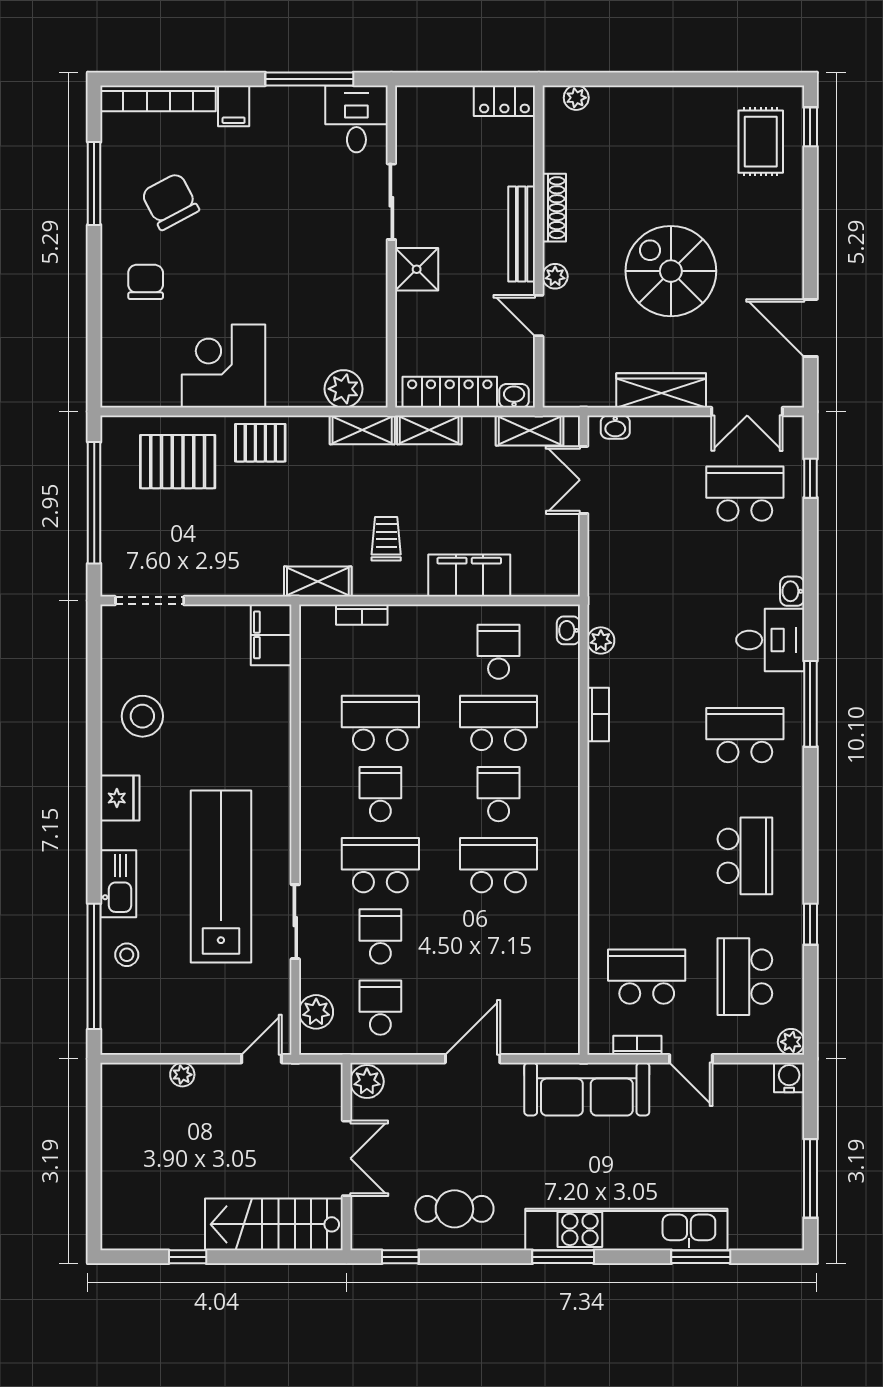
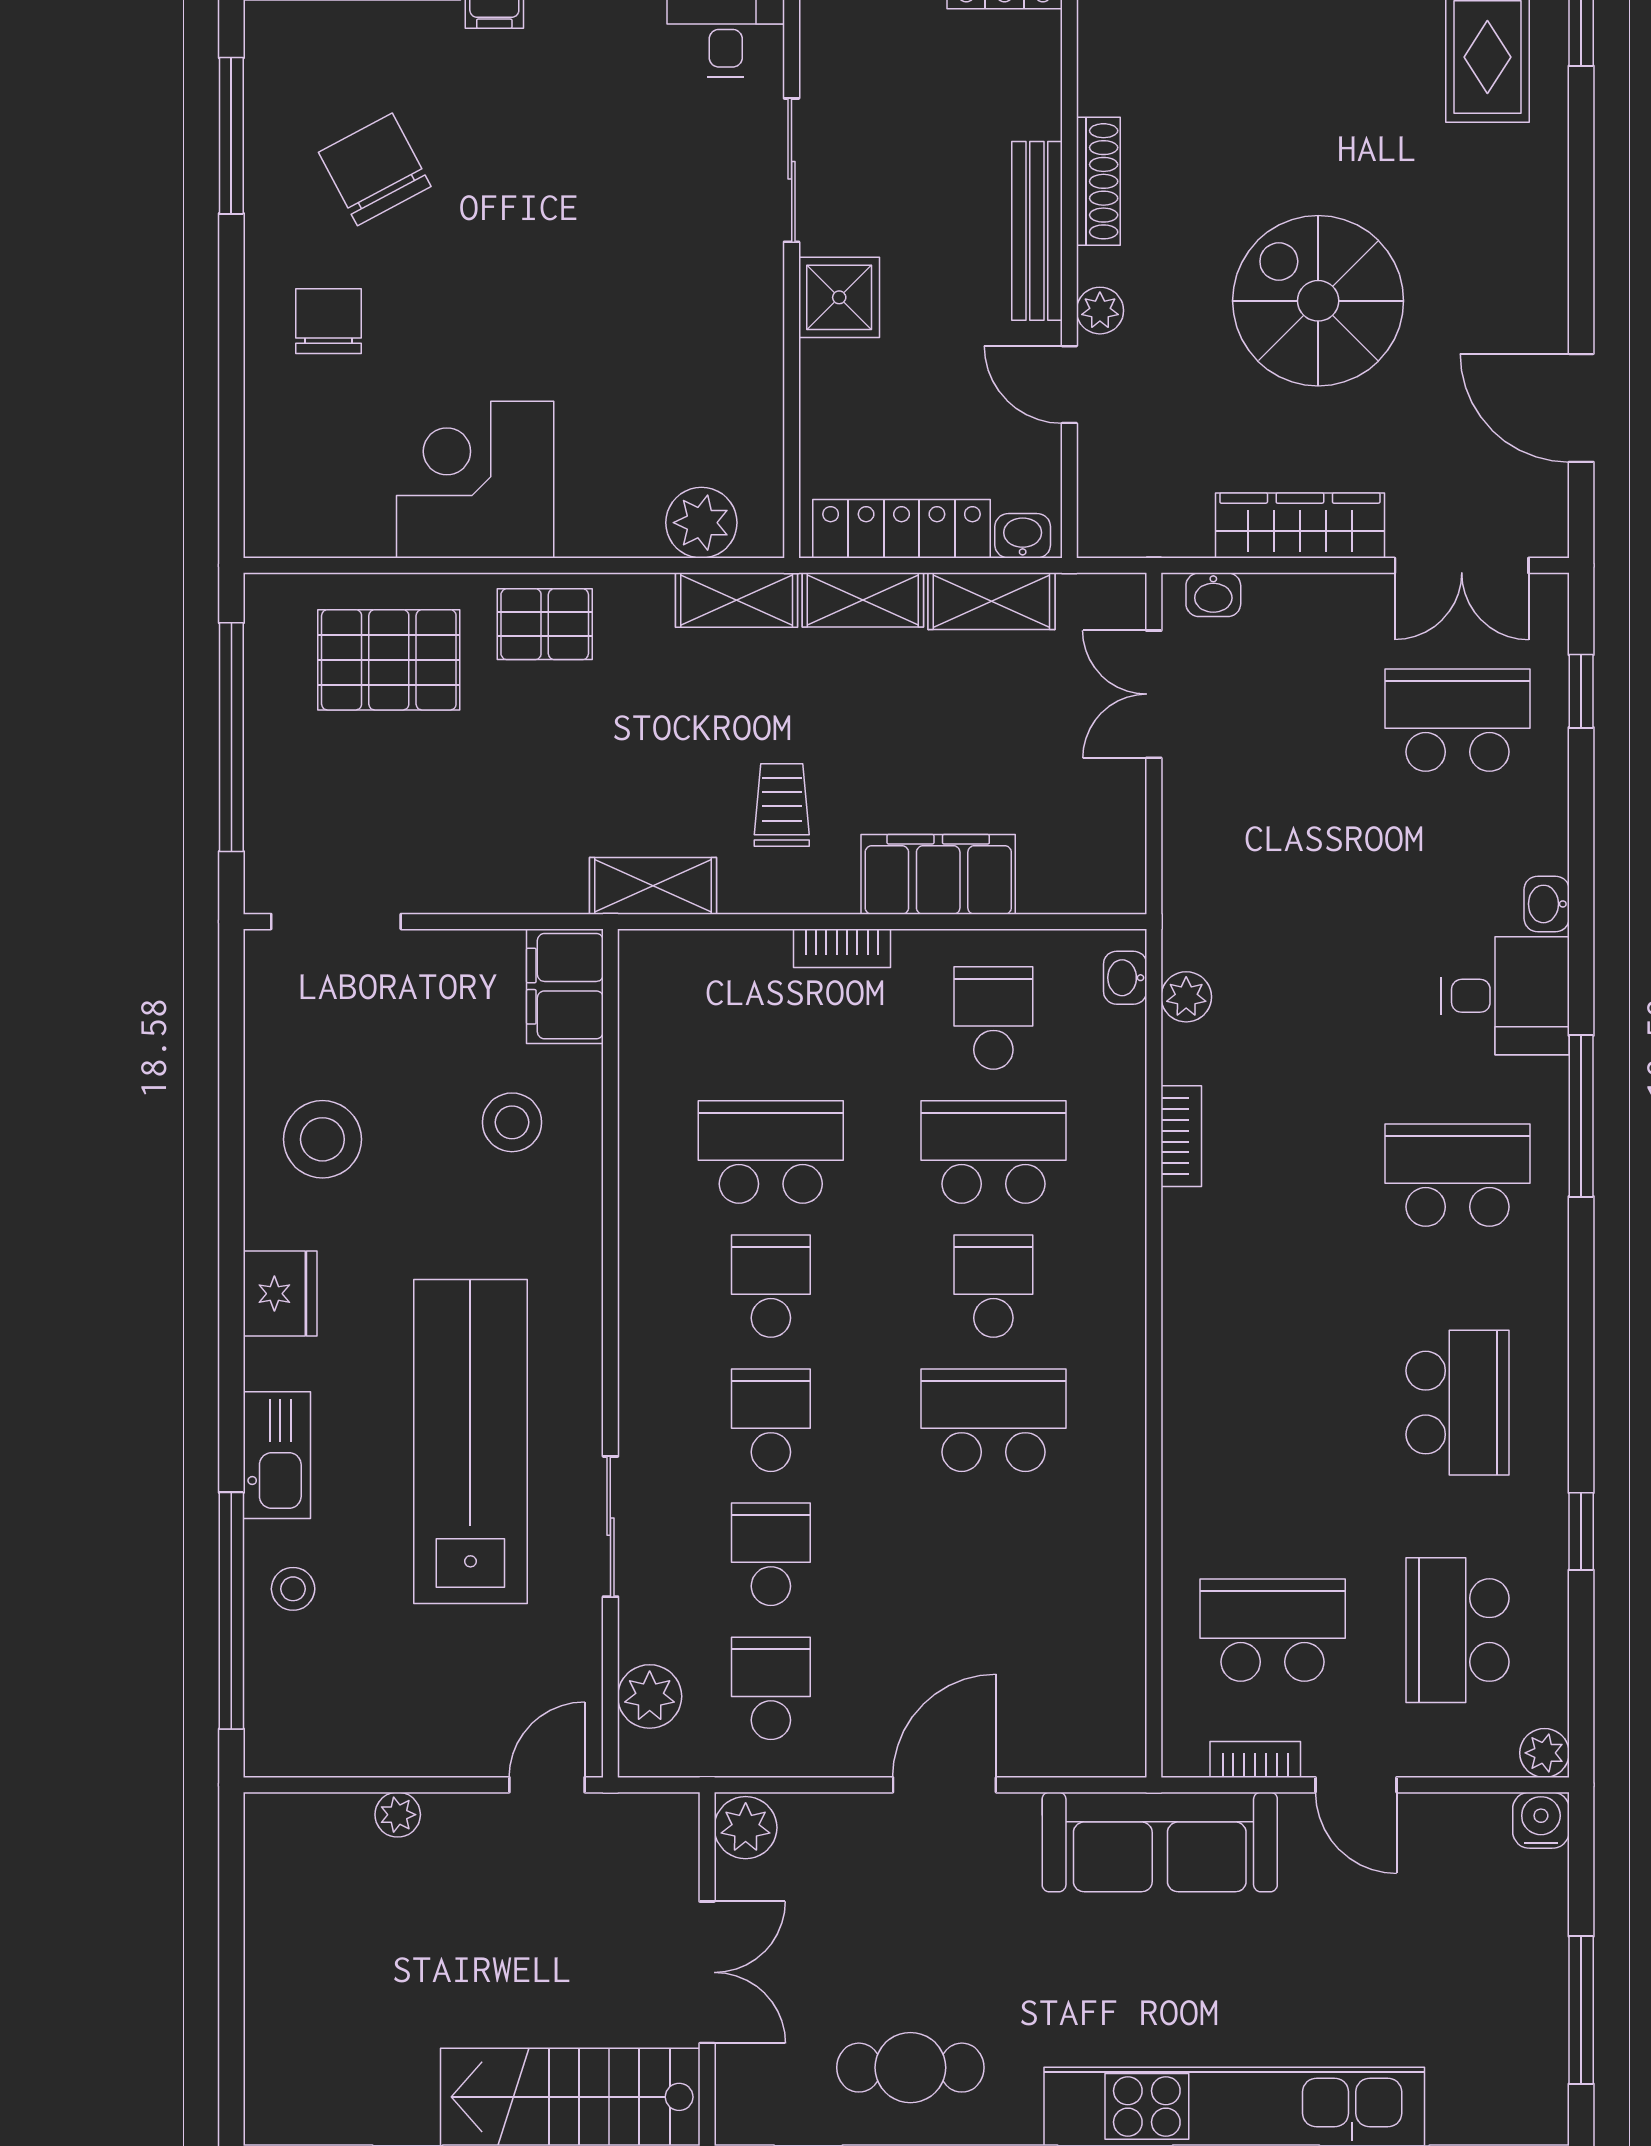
shelving: (530, 430) -> (991, 601), moved
bookcase: (362, 615) -> (842, 948), moved
stool: (243, 707) -> (512, 1122), added
school desk: (380, 865) -> (771, 1420), width x0.54

